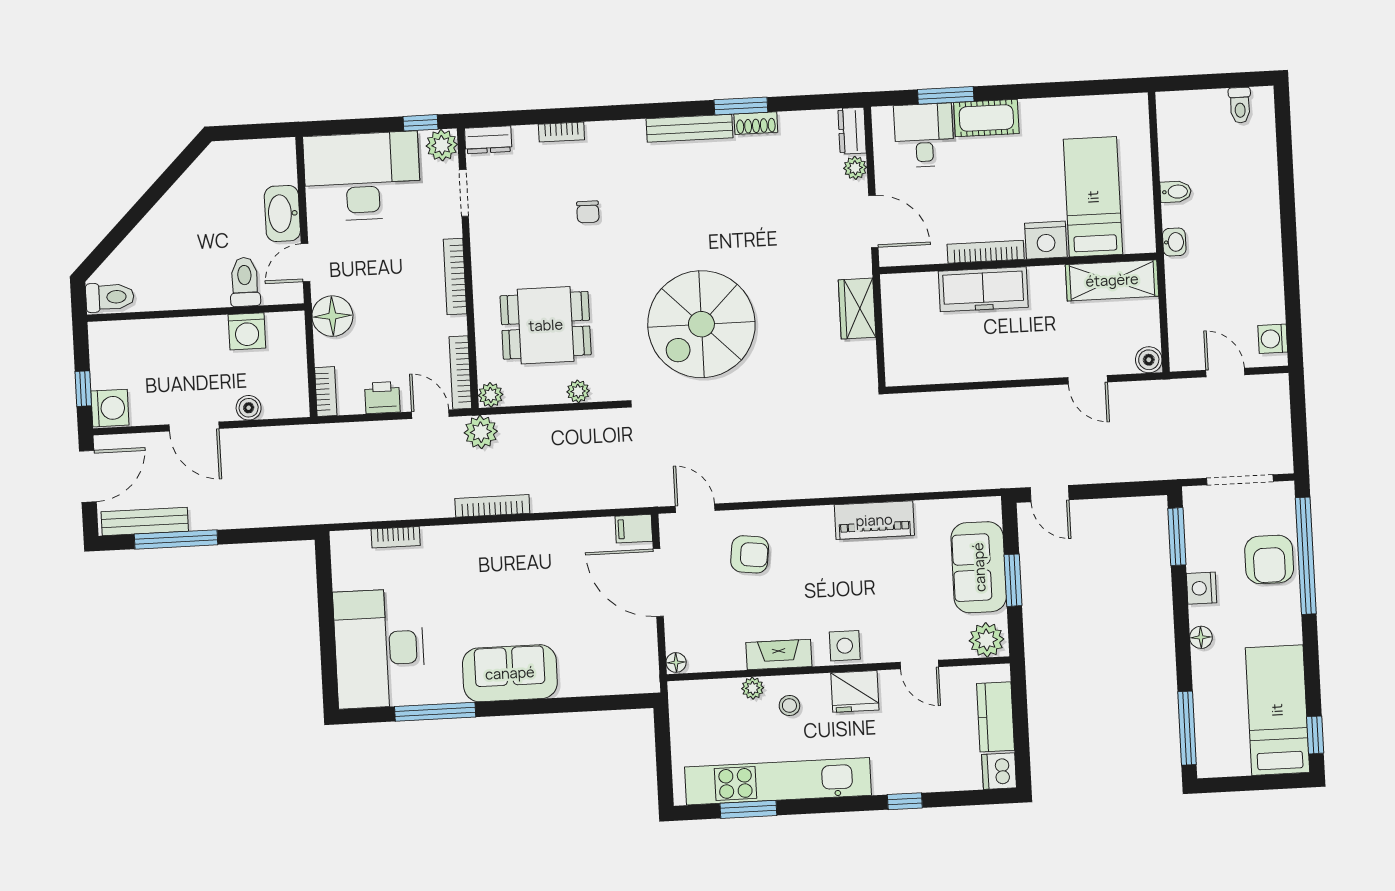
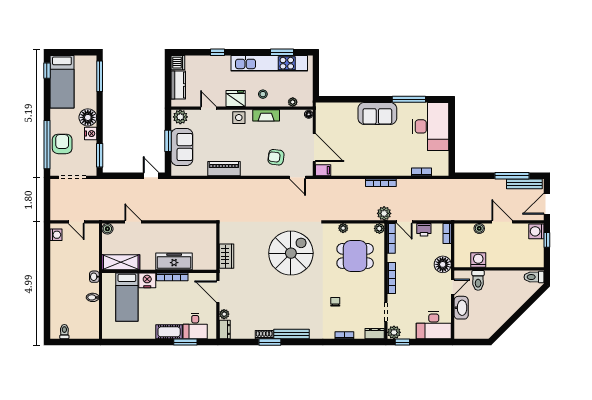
desk: (362, 176) -> (434, 325), width x0.73, depth x0.77
floor lamp: (1201, 637) -> (88, 117), width x1.89, depth x1.89
plant: (753, 688) -> (293, 102), moved

